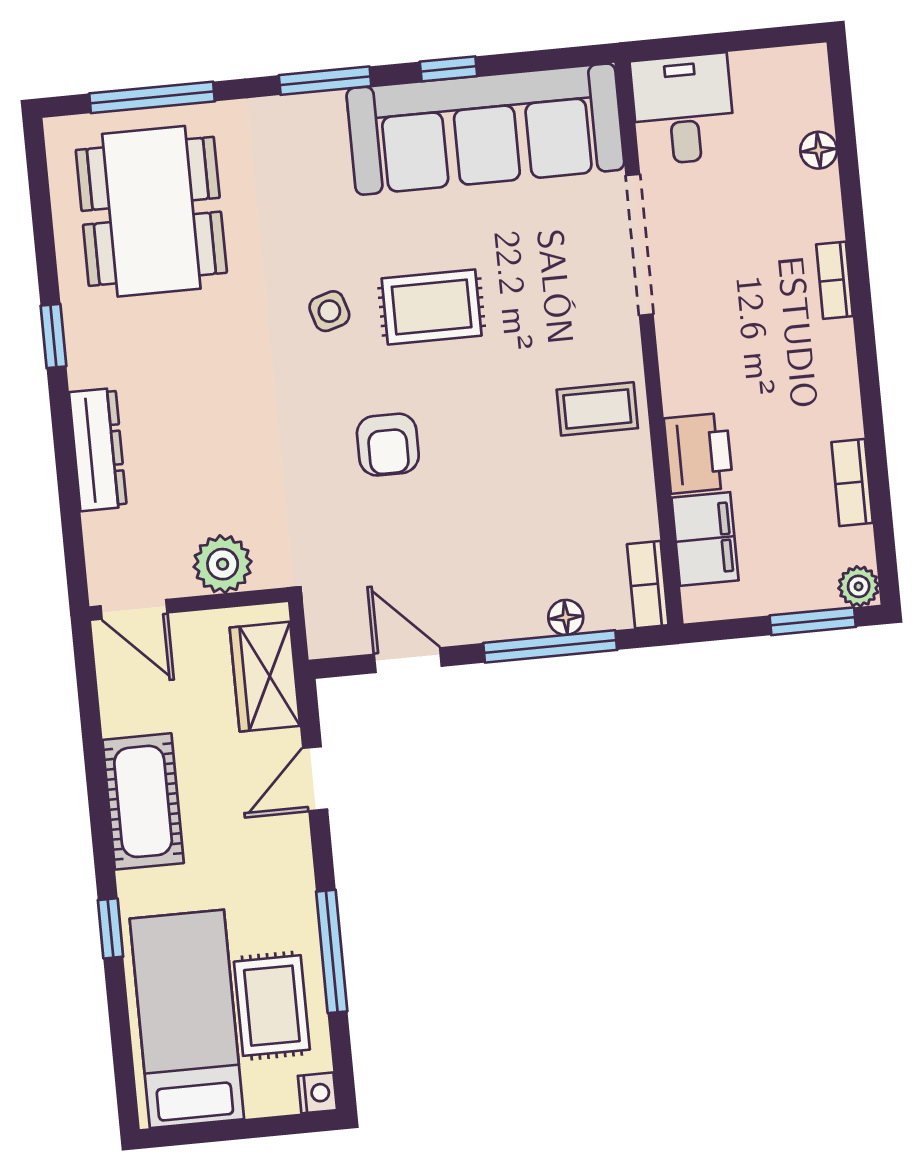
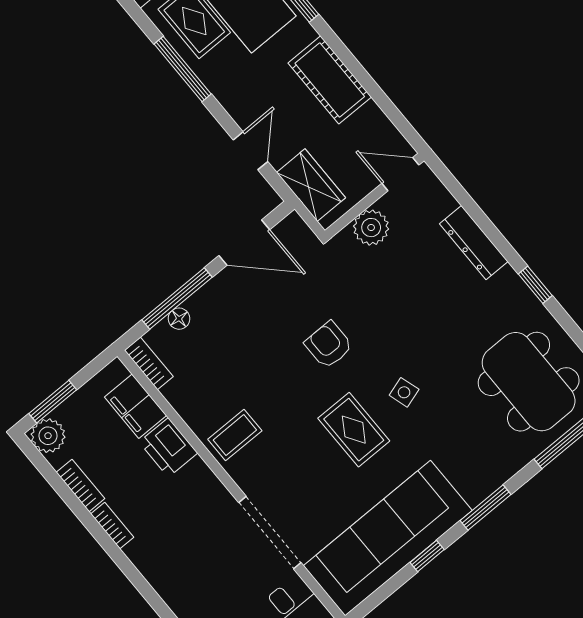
bookcase: (835, 280) -> (112, 526), moved
rug: (432, 307) -> (354, 430), turned 90
plant: (859, 586) -> (48, 436), width x1.38, depth x1.38
door: (408, 660) -> (244, 243), width x1.38

